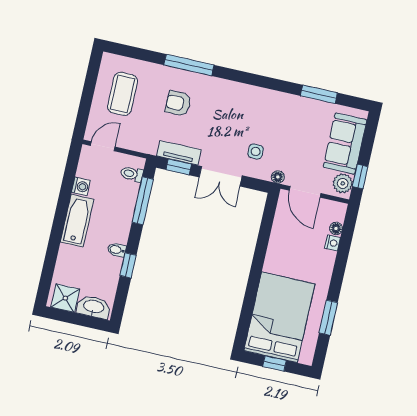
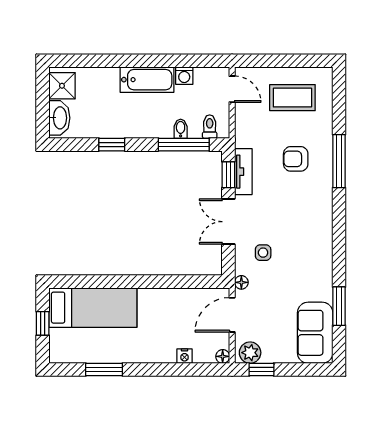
armchair: (178, 103) -> (296, 159), turned -90
sofa: (345, 143) -> (315, 333), moved, turned -90
floor lamp: (336, 228) -> (223, 356), moved
bidet: (117, 250) -> (181, 129), moved
bed: (279, 317) -> (93, 308), width x0.67

